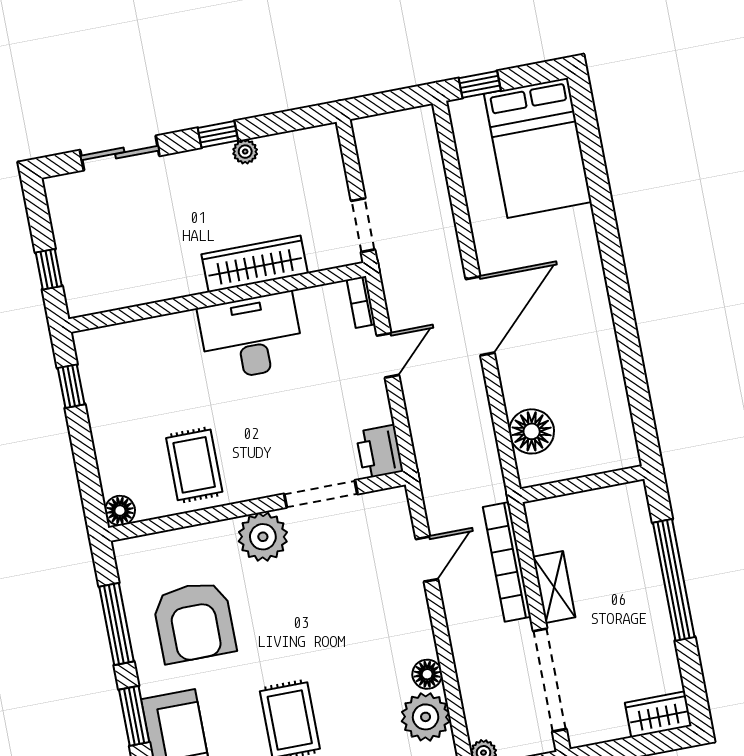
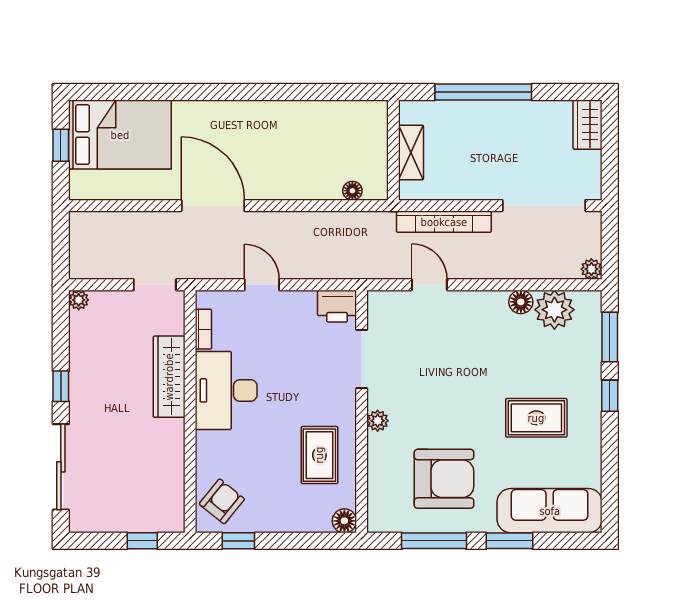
window: (480, 84) -> (61, 145), moved
plant: (245, 152) -> (79, 300), moved
sliding door: (120, 153) -> (61, 467), width x1.37
bookcase: (361, 302) -> (203, 329), moved, turned -90
door: (480, 316) -> (213, 206), moved
armchair: (115, 357) -> (222, 501), added
floor lamp: (532, 431) -> (352, 191), width x0.53, depth x0.53
rug: (194, 465) -> (319, 455), turned 90
plant: (263, 537) -> (378, 421), width x0.53, depth x0.53
shelving: (554, 587) -> (411, 152), moved, turned 90

